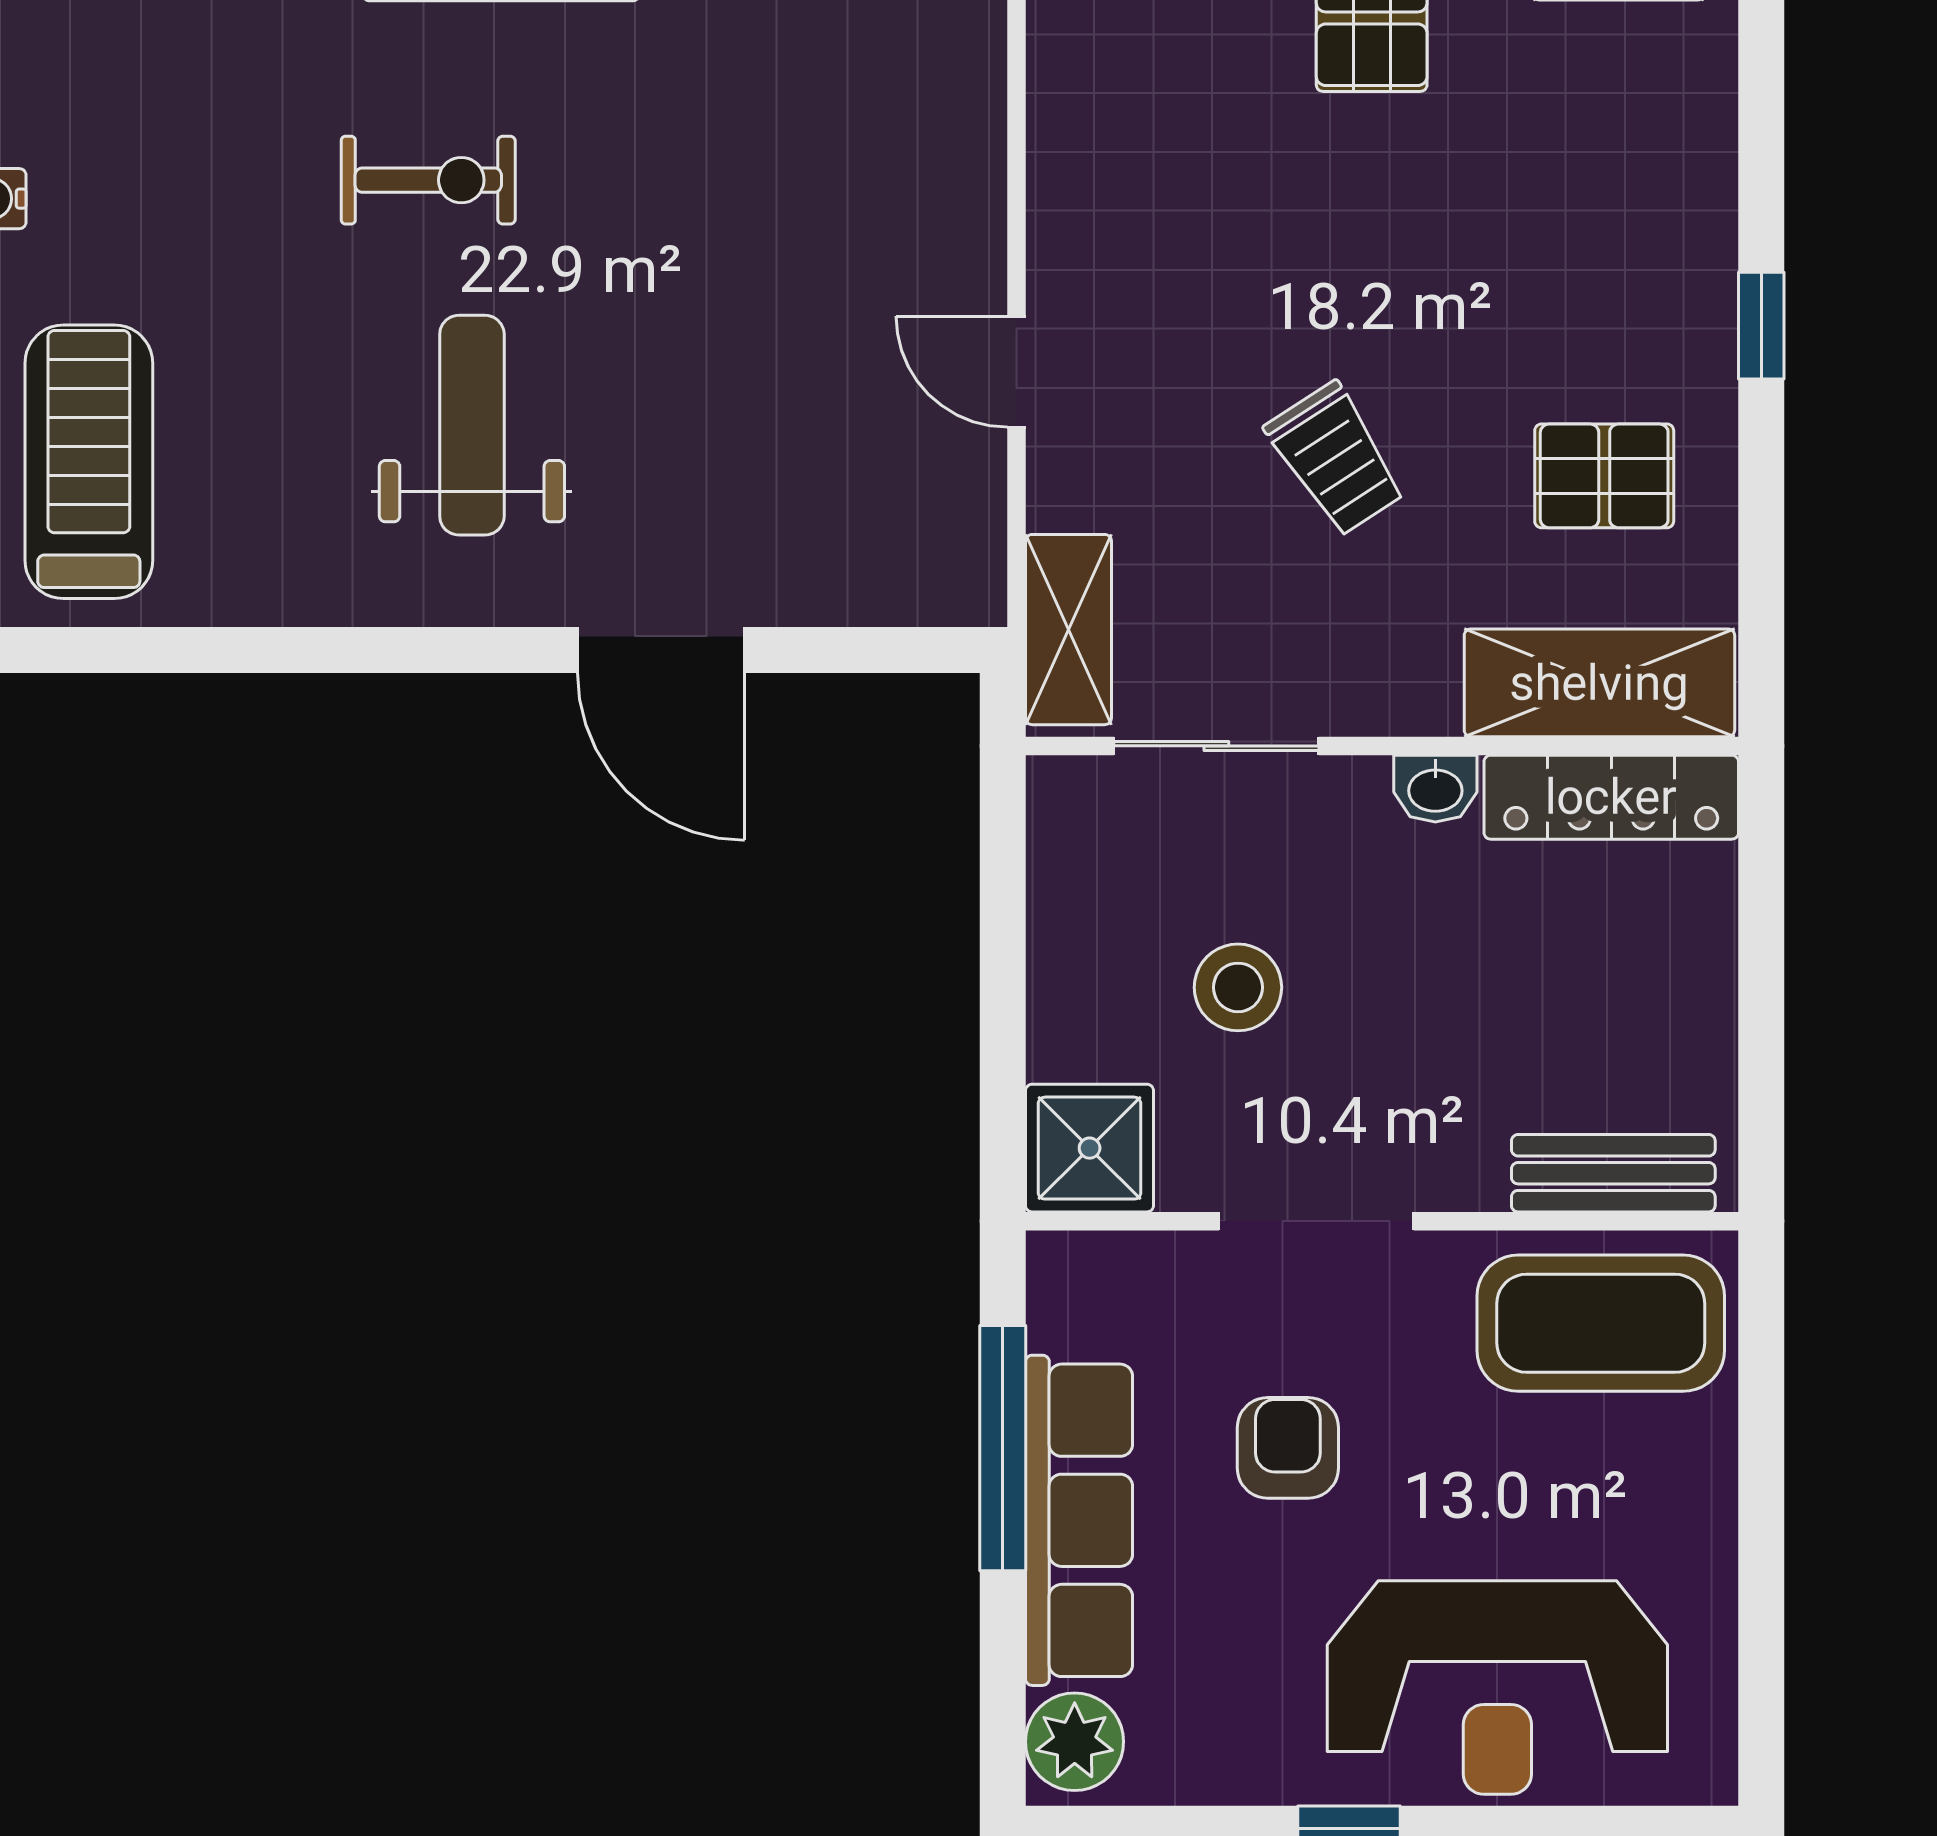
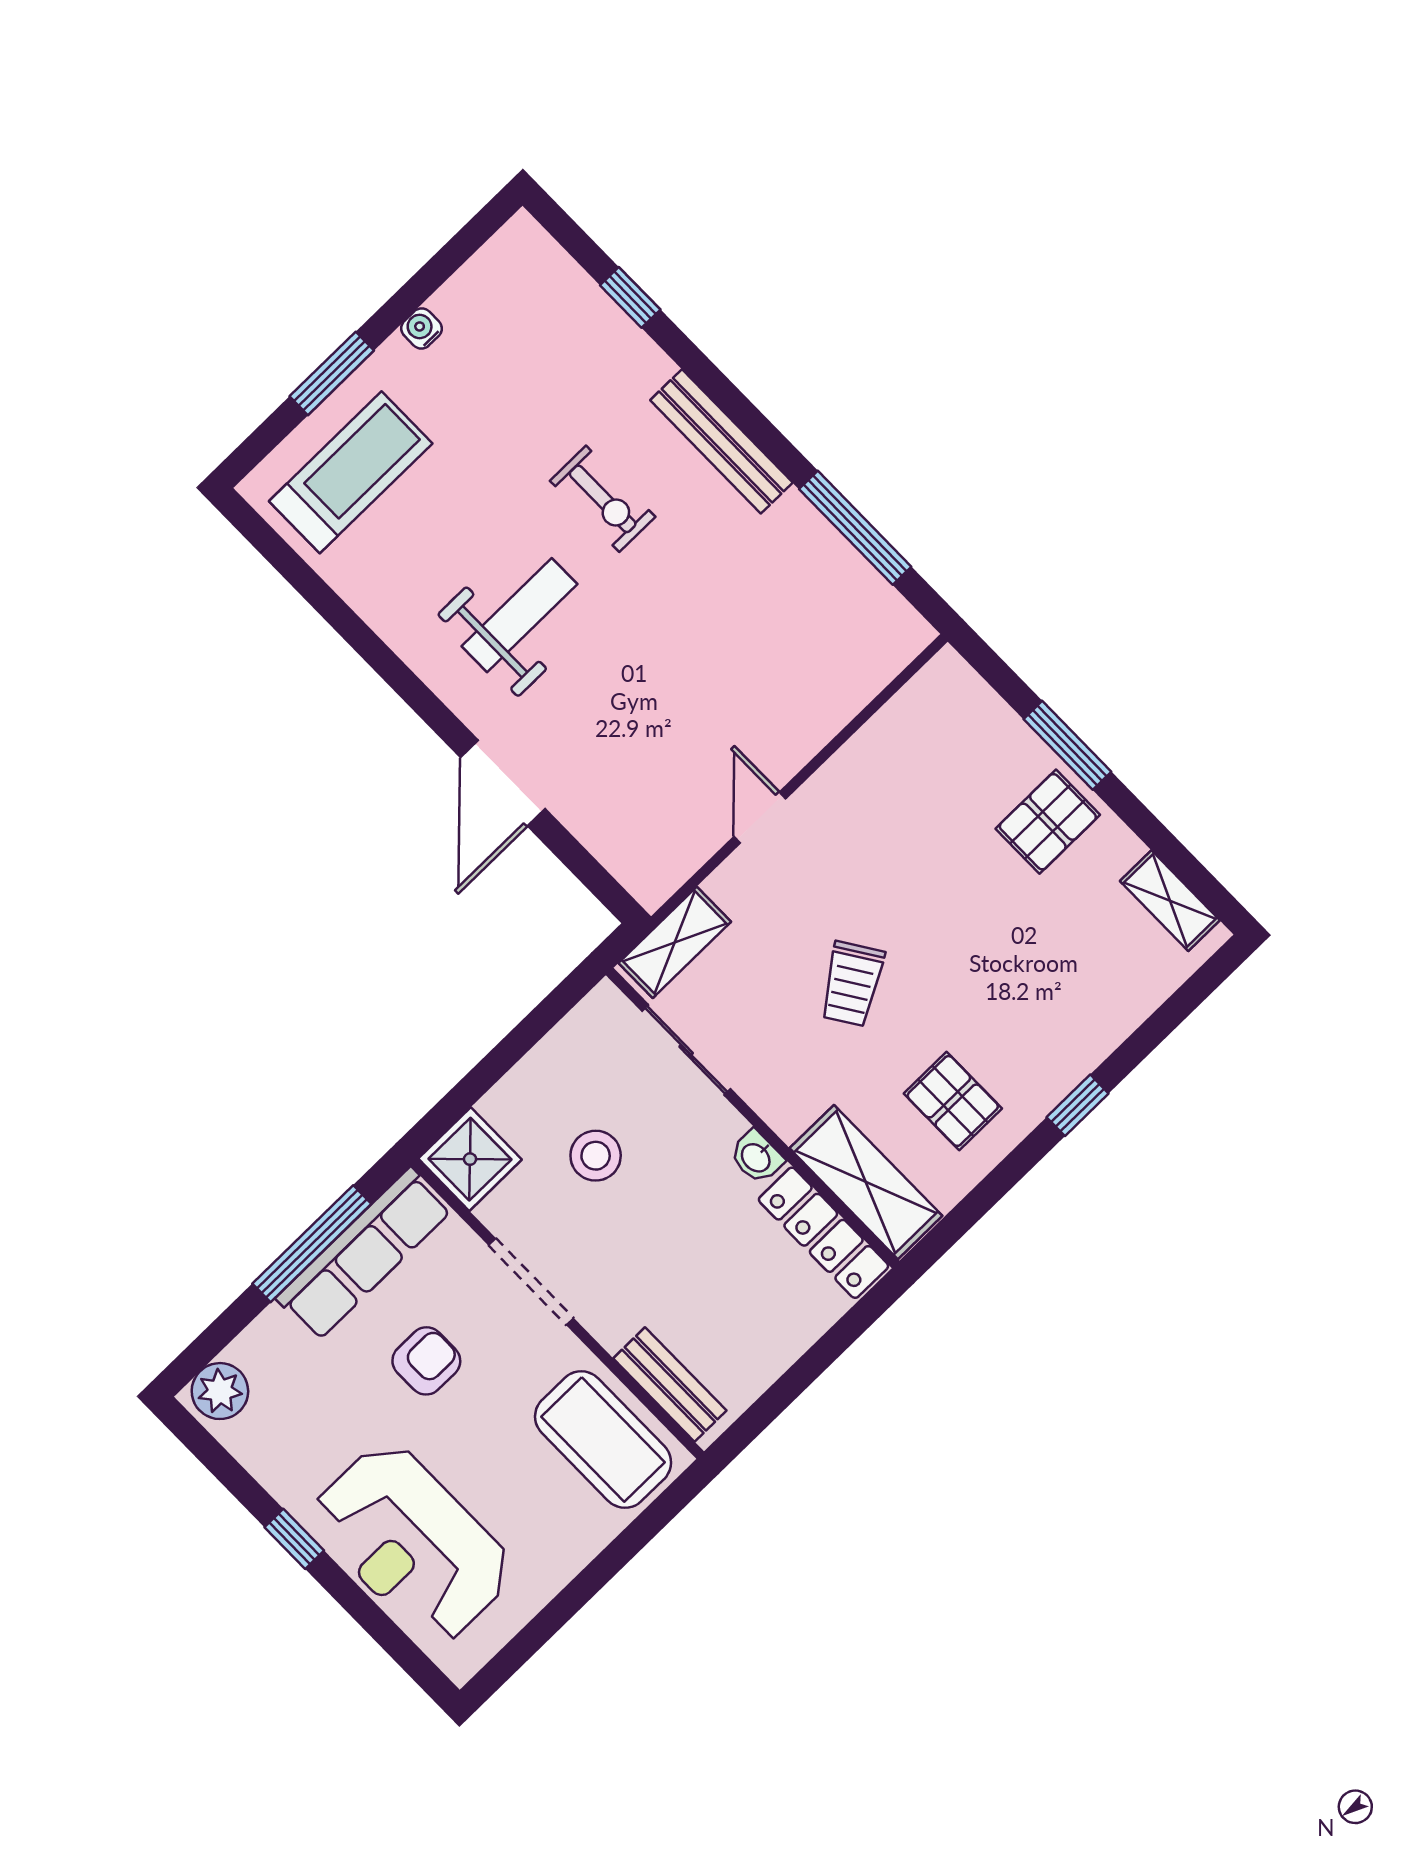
row of seats: (1079, 1520) -> (364, 1254), moved

